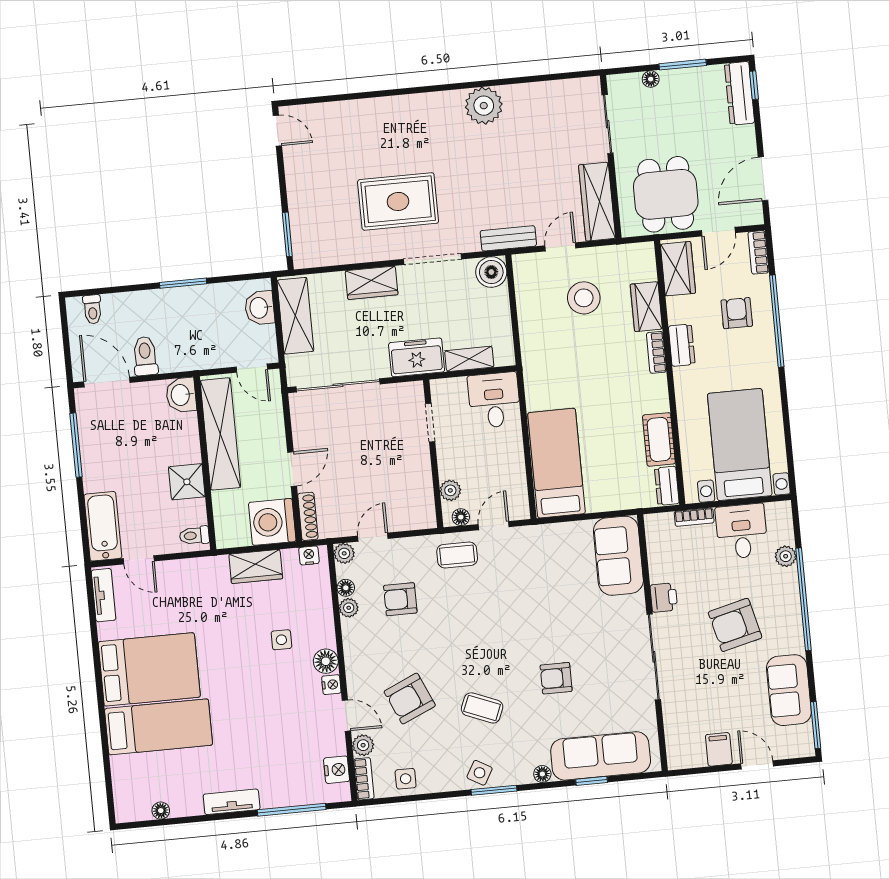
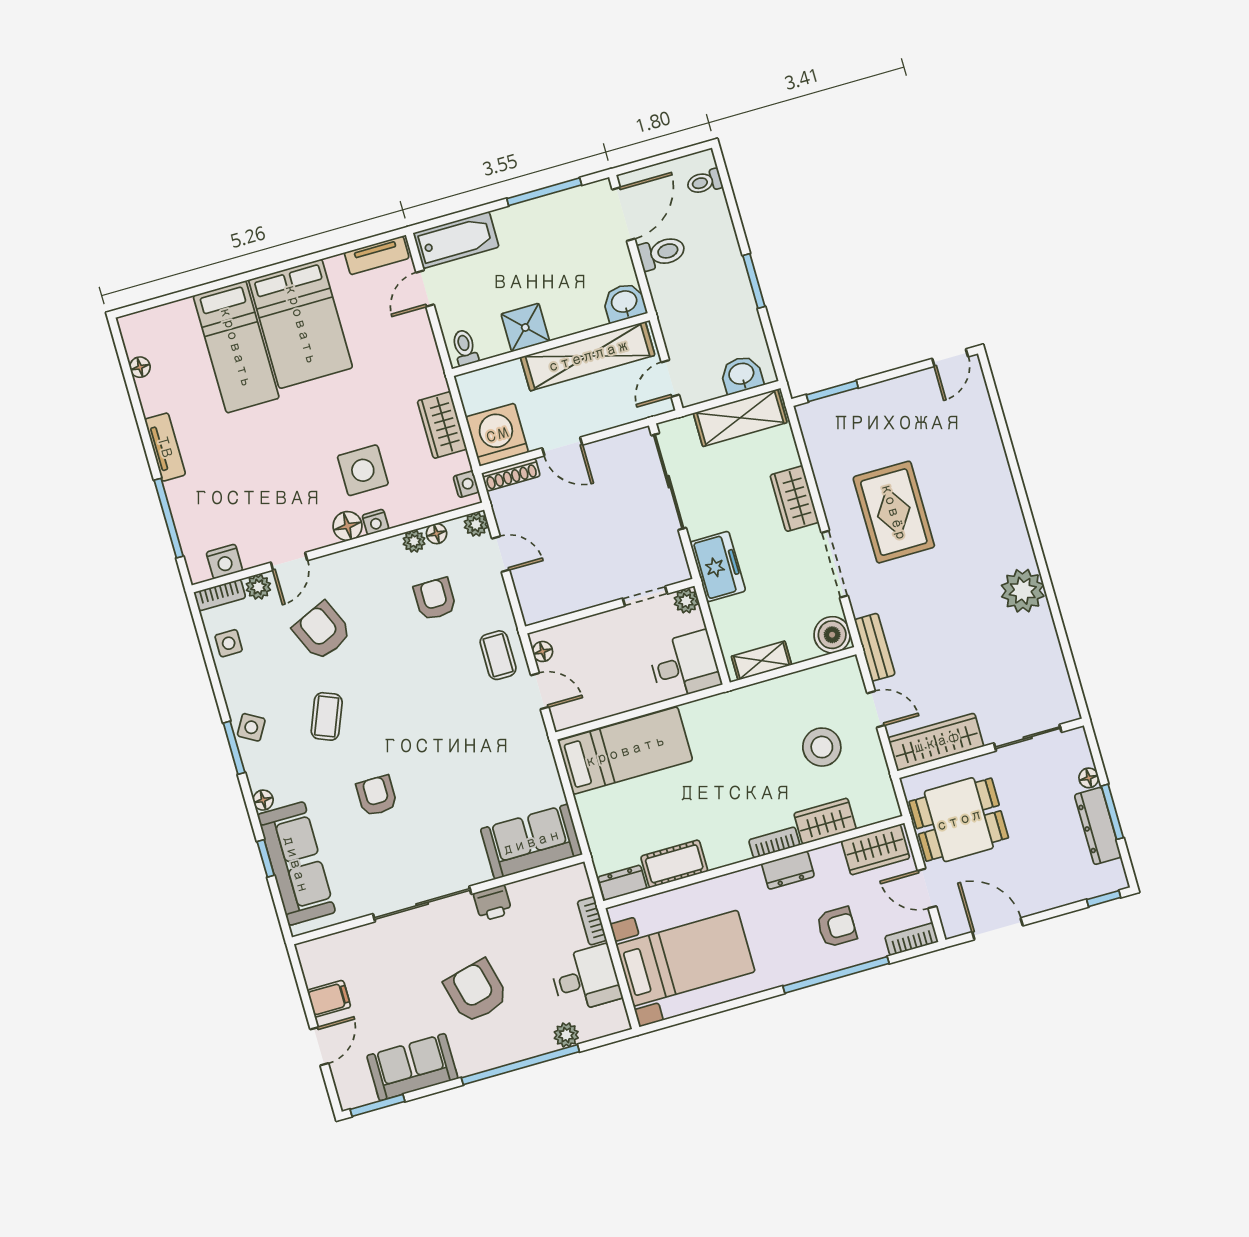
dresser: (740, 93) -> (1098, 826), moved, turned -90
shelving: (469, 359) -> (762, 661), moved, turned 90
plant: (450, 490) -> (686, 601), moved
side table: (281, 640) -> (363, 470), width x1.87, depth x1.87
nightstand: (331, 685) -> (375, 522), moved

